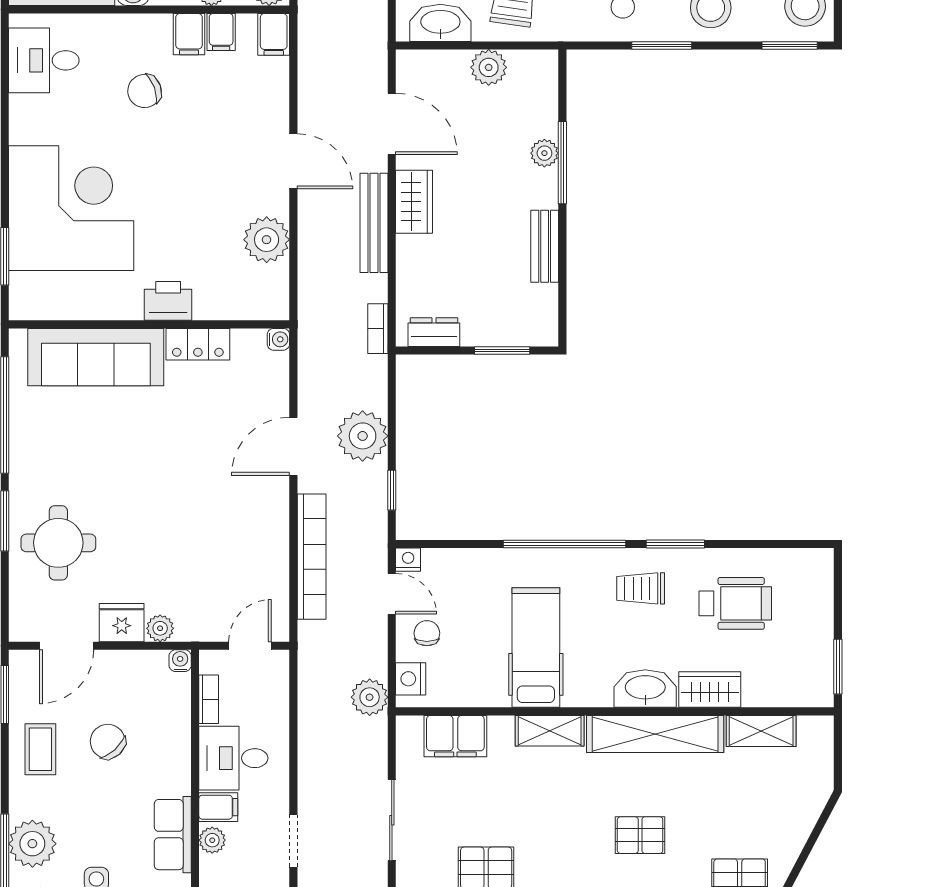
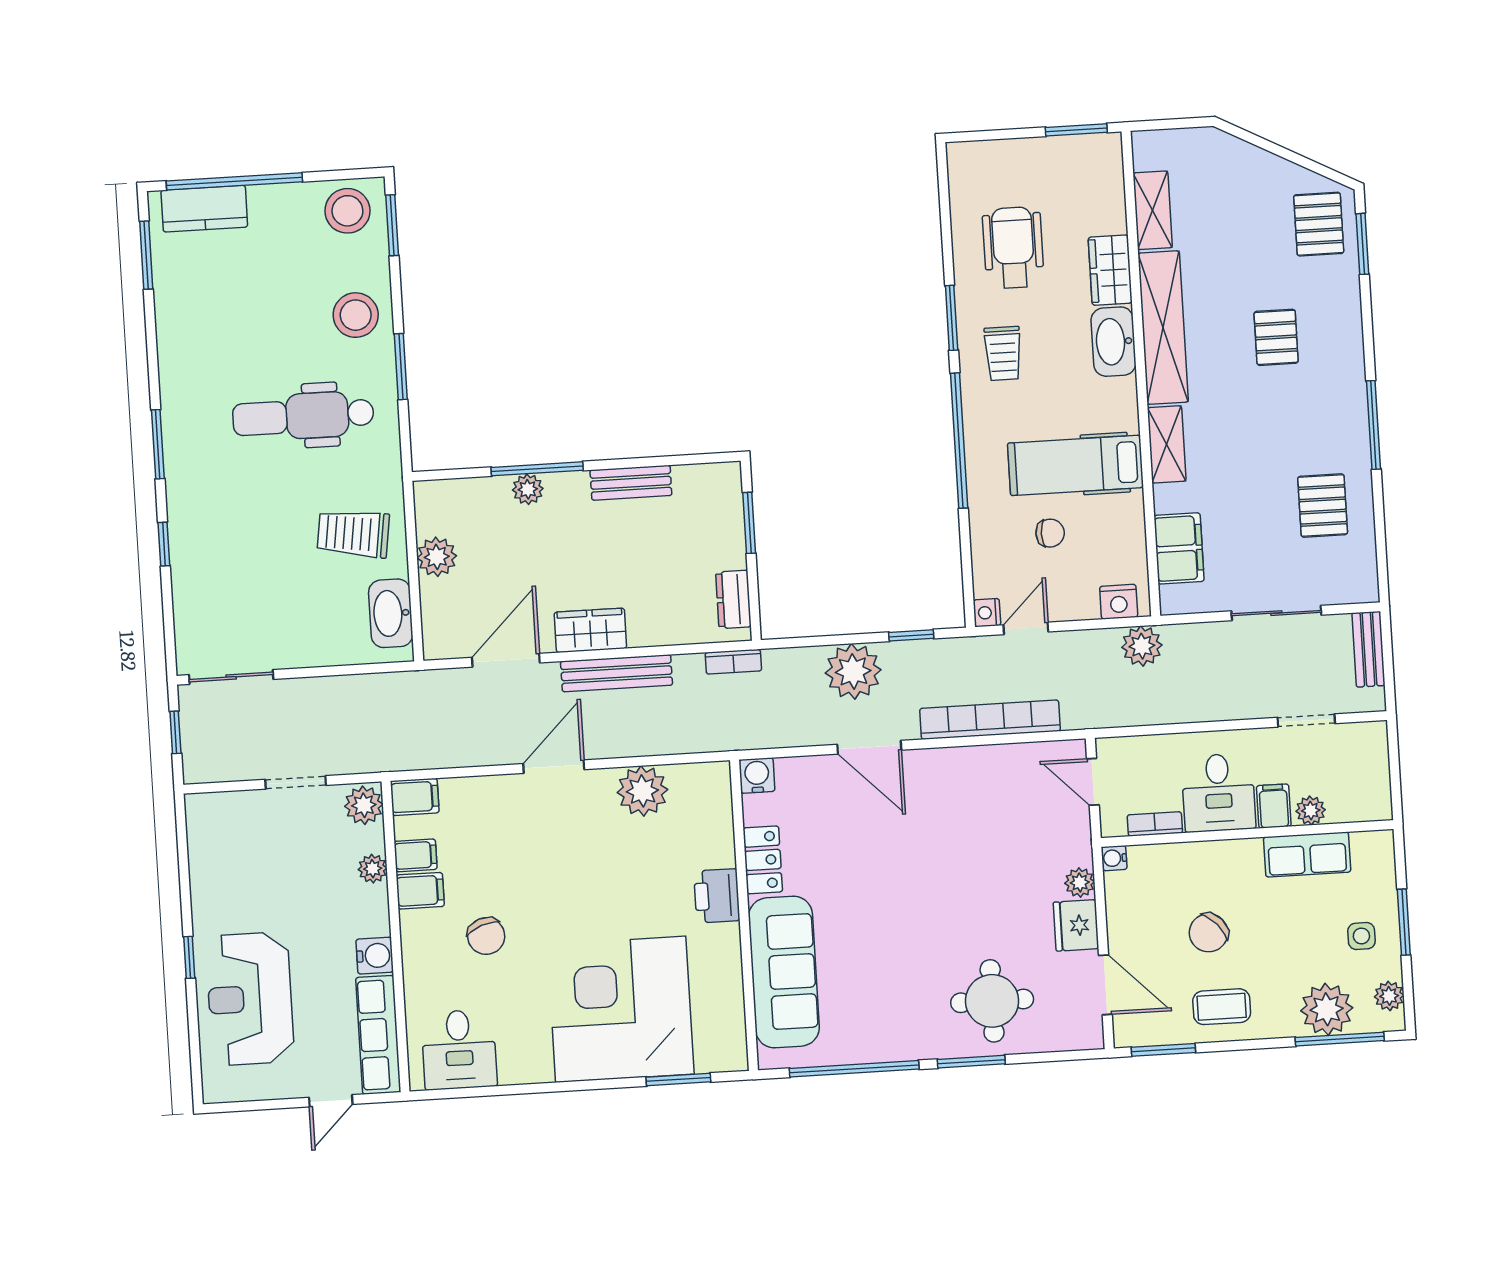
water cooler: (278, 339) -> (757, 776), width x1.38, depth x1.38
chair: (427, 633) -> (1050, 533), moved, turned 180

